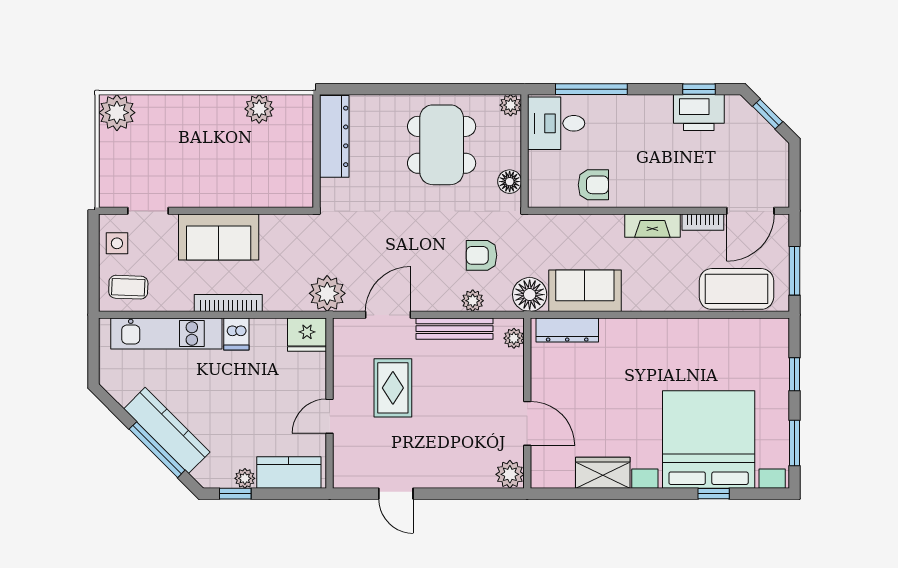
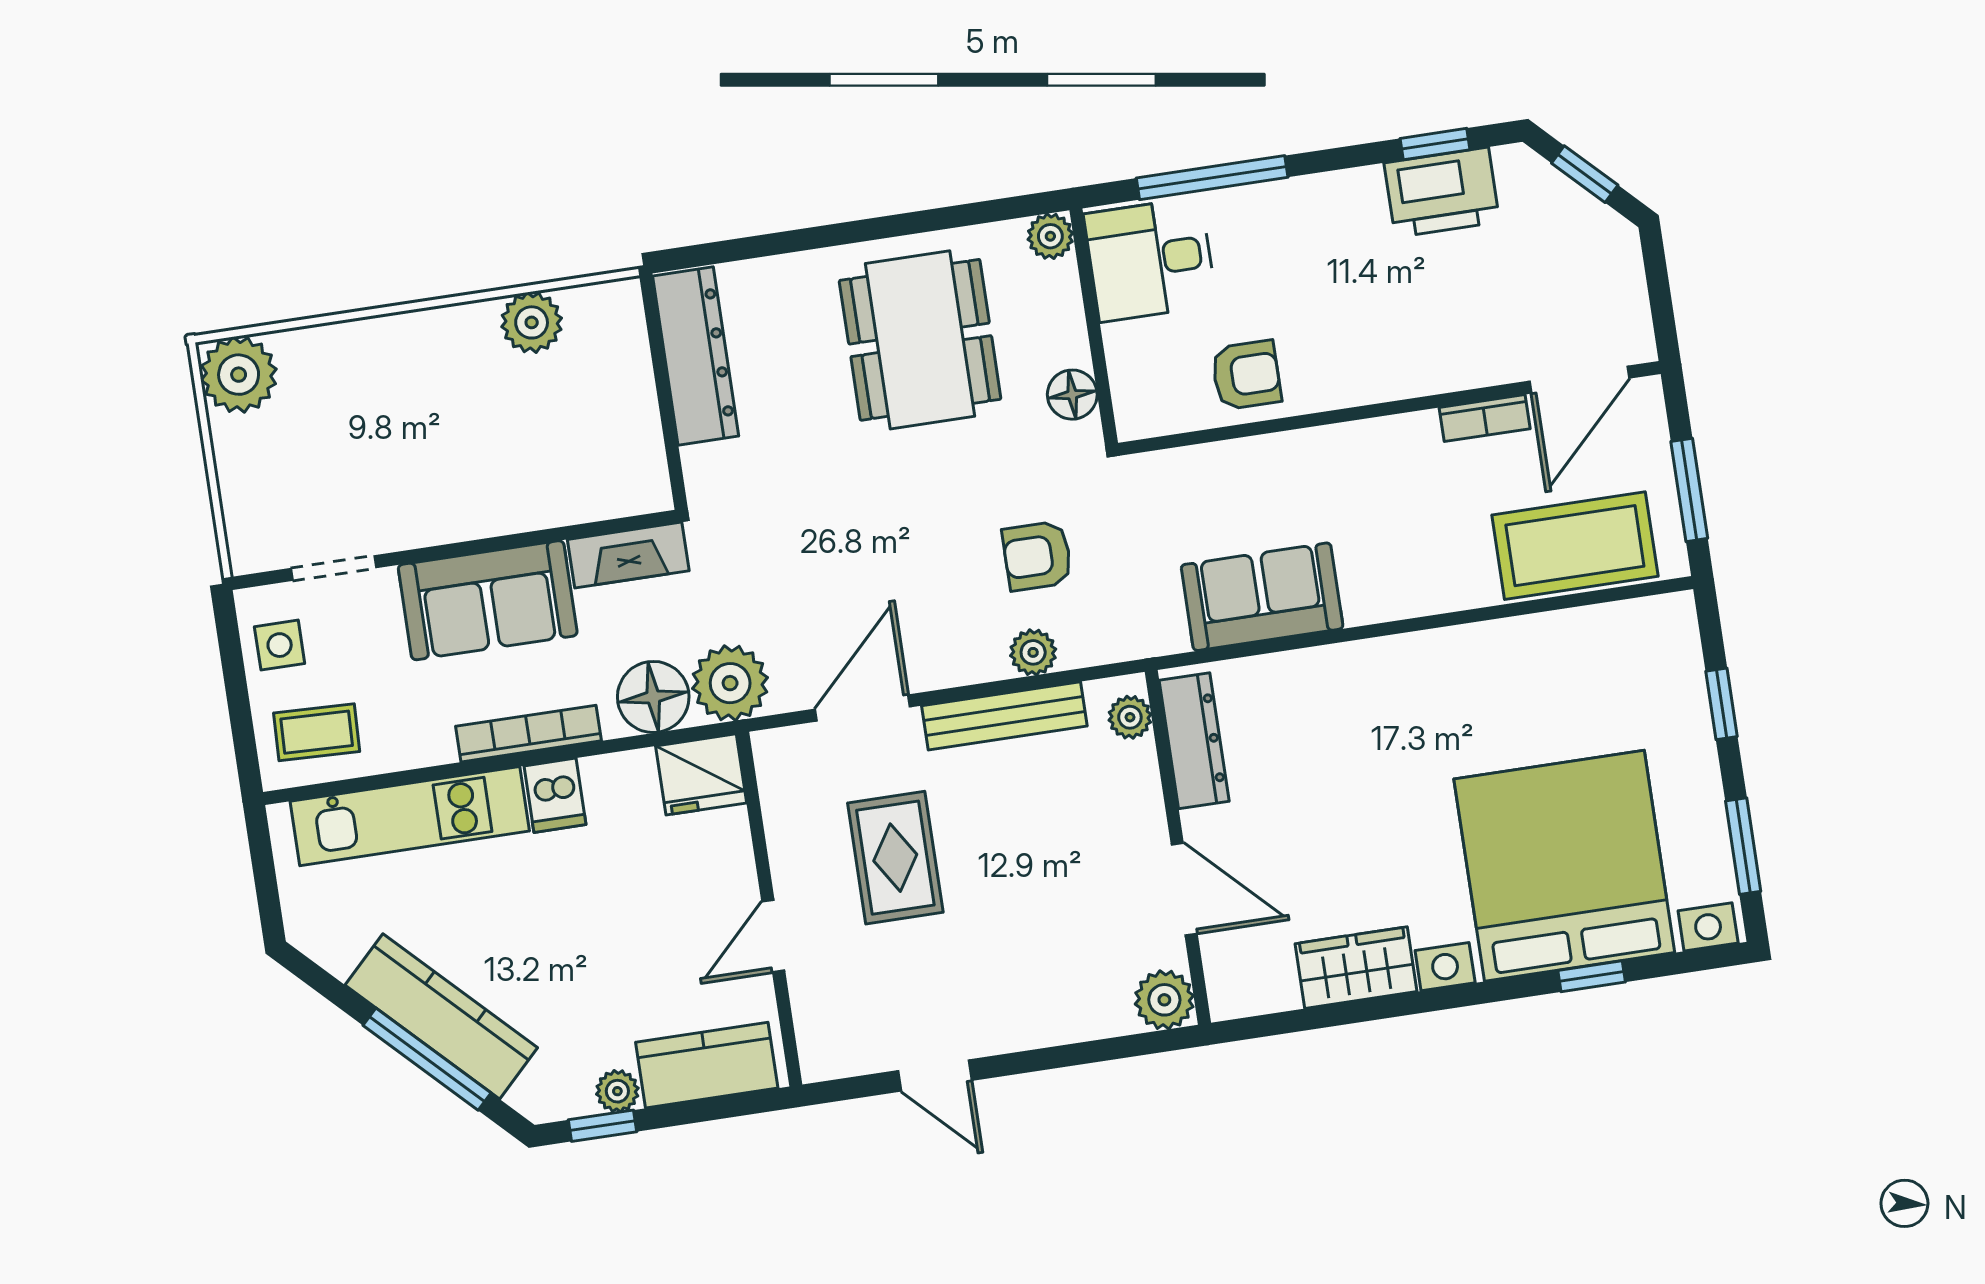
fireplace: (652, 226) -> (628, 555), moved
floor lamp: (530, 295) -> (653, 697), moved
dresser: (567, 330) -> (1194, 741), moved, turned -90

